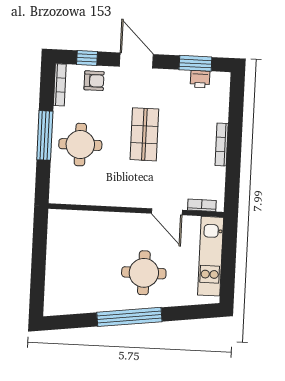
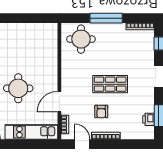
armchair: (94, 81) -> (101, 112), moved
round table: (80, 145) -> (81, 39), moved
door: (232, 181) -> (82, 144), added

